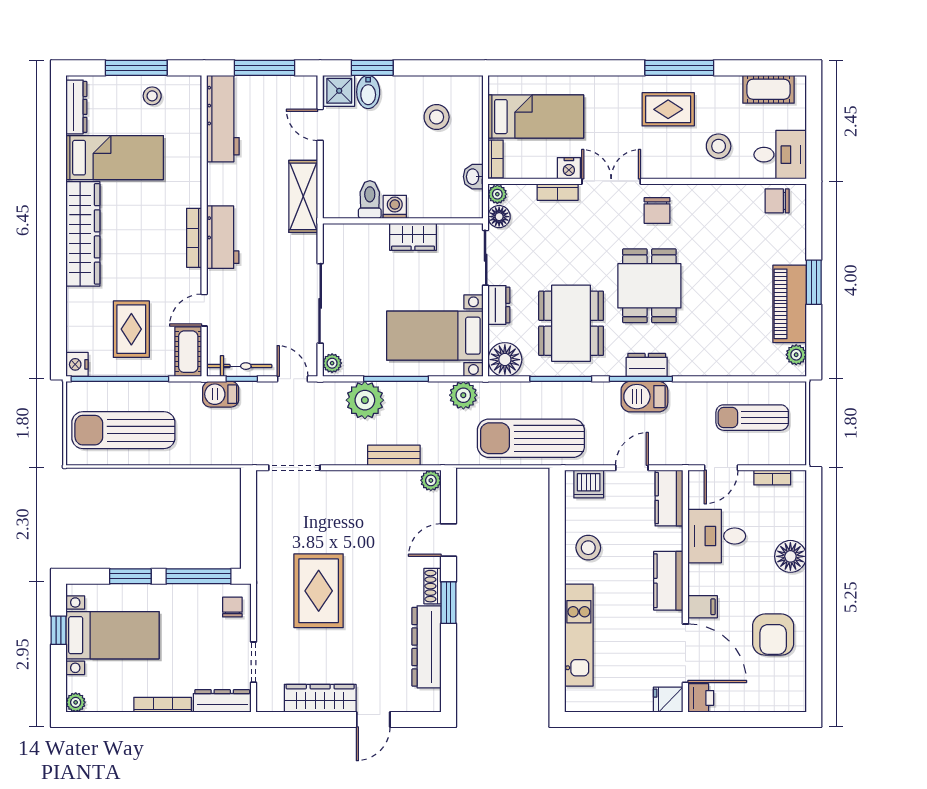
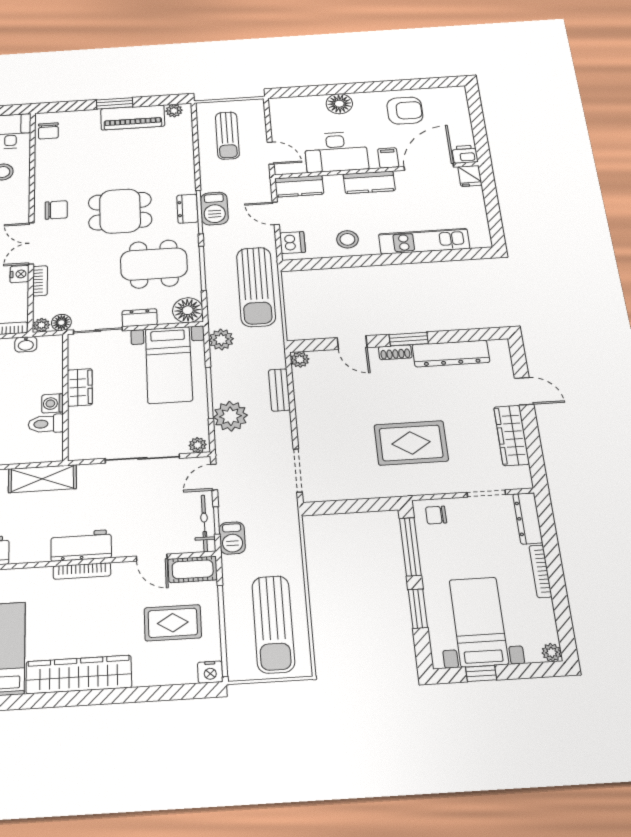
bookcase: (772, 478) -> (276, 119), removed
desk: (717, 536) -> (336, 152), width x1.37

